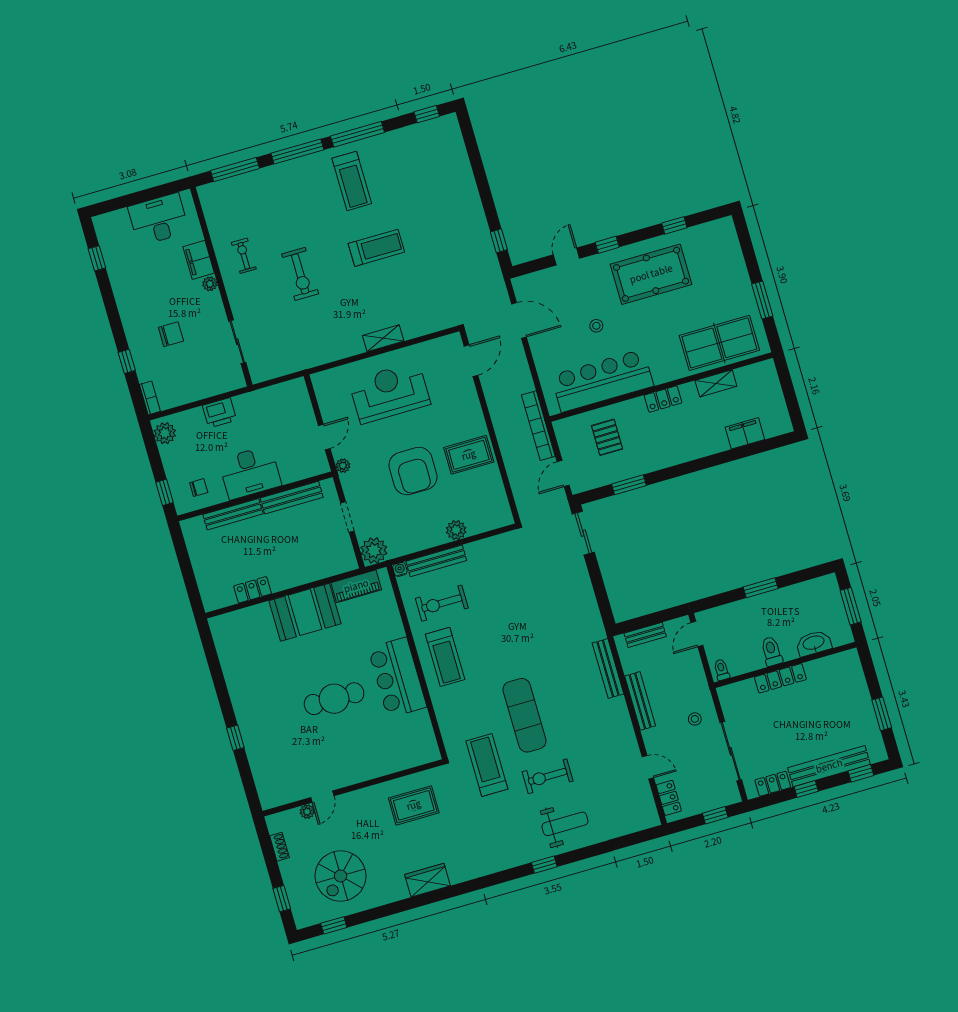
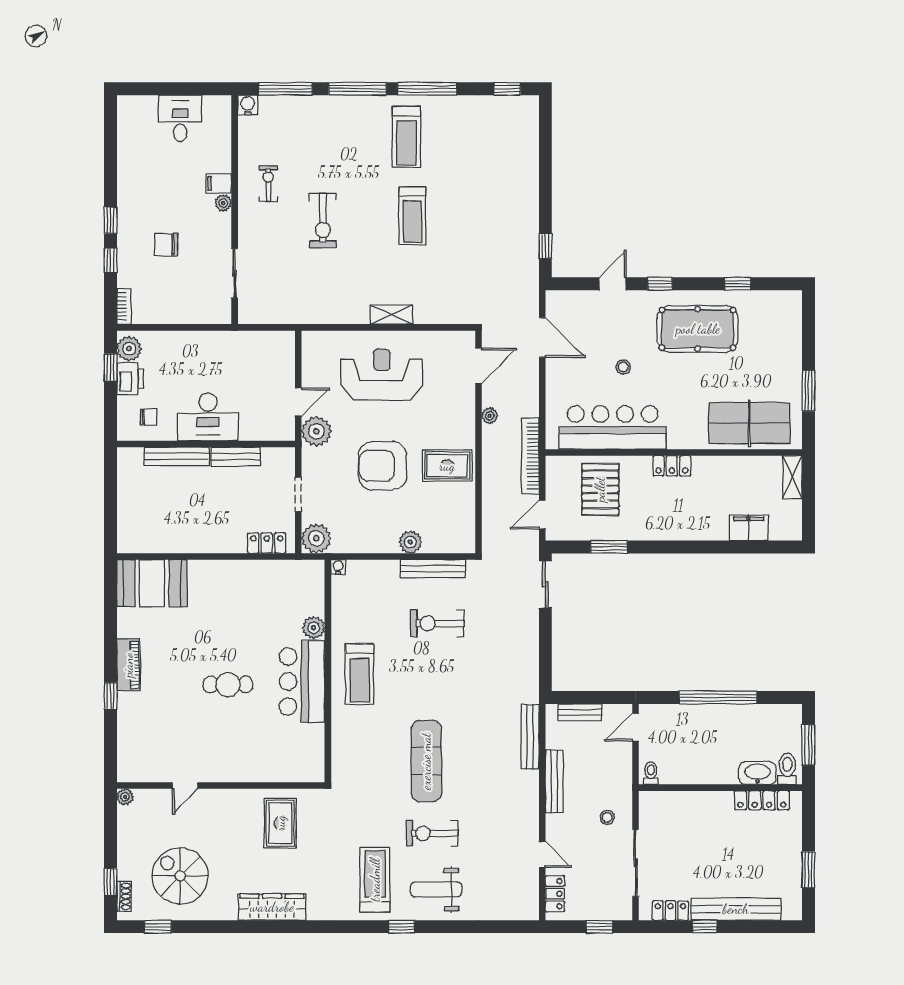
water cooler: (207, 193) -> (248, 105), added
desk: (159, 219) -> (180, 118), width x0.73
treadmill: (376, 248) -> (412, 216), turned 90
window: (97, 258) -> (110, 220), moved
filing cabinet: (199, 260) -> (219, 184), width x0.50
chair: (171, 334) -> (166, 245), turned 180
shelving: (716, 383) -> (792, 477), moved, turned 90
plant: (493, 401) -> (490, 416), added
printer: (219, 413) -> (130, 379), moved, turned -90
pallet: (607, 437) -> (600, 489), width x1.50, depth x1.42
plant: (343, 466) -> (316, 431), width x1.87, depth x1.87
armchair: (413, 471) -> (382, 466), turned 90
window: (165, 492) -> (110, 367), moved
bench: (292, 498) -> (236, 457), width x0.73
bench: (436, 561) -> (433, 569), moved
piano: (356, 586) -> (128, 665), moved, turned -90
window: (761, 588) -> (718, 698), width x2.11
locker: (253, 590) -> (267, 543), moved
exercise bike: (442, 603) -> (437, 623), moved
booth: (305, 612) -> (152, 583), moved
plant: (394, 628) -> (314, 628), added
toilet: (772, 651) -> (787, 769), moved
locker: (780, 678) -> (762, 800), moved
cafe table: (334, 699) -> (228, 684), width x0.73, depth x0.74
treadmill: (487, 765) -> (375, 880), moved
window: (861, 773) -> (768, 927), removed
rug: (414, 805) -> (280, 823), turned 90
plant: (307, 812) -> (125, 797), moved
weight bench: (565, 824) -> (436, 889), turned 180
shoe rack: (279, 847) -> (124, 896), moved
spiral stairs: (341, 876) -> (180, 876), turned 90
wardrobe: (428, 880) -> (272, 907), width x1.50

